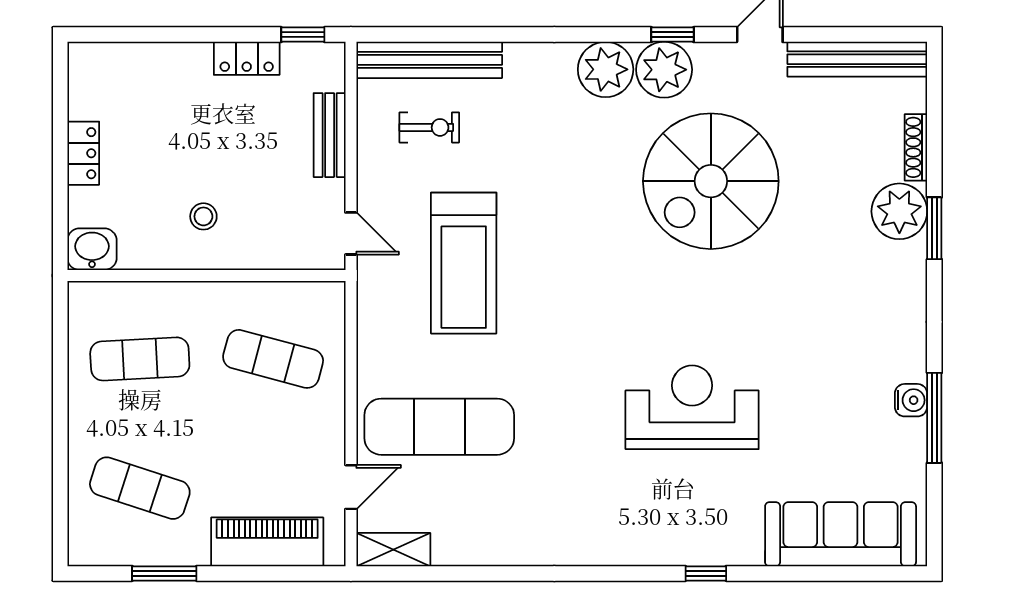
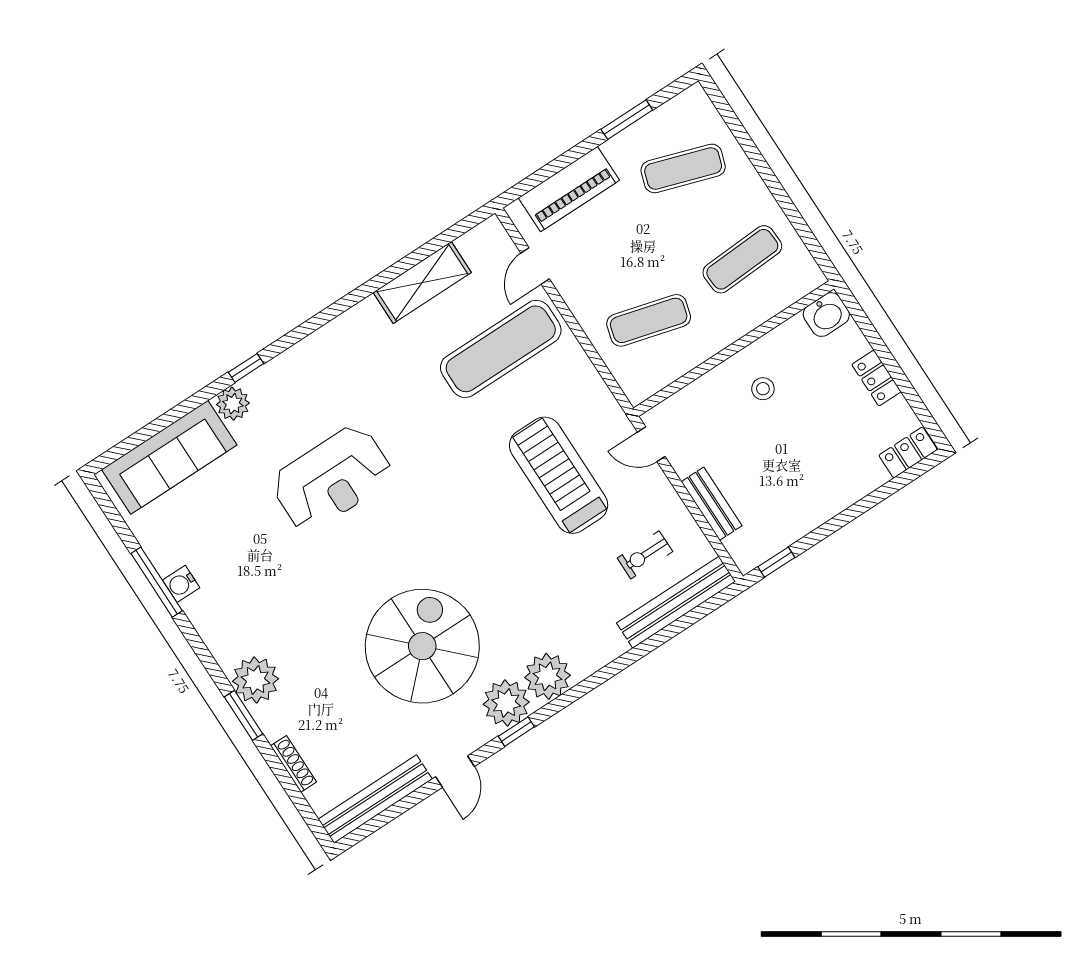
locker: (247, 58) -> (908, 452), moved
plant: (899, 211) -> (255, 680), moved
plant: (742, 546) -> (233, 404), added
shelving: (393, 550) -> (422, 282), moved, width x1.50, depth x1.33

